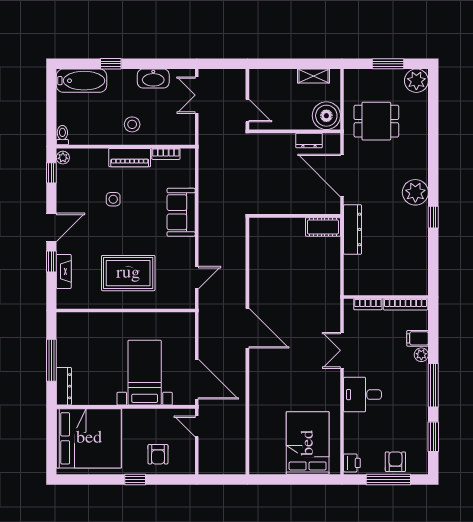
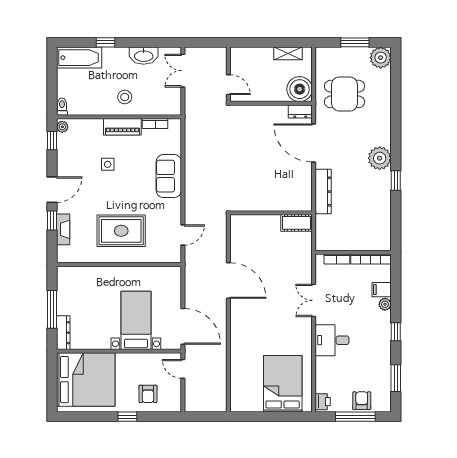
dresser: (309, 140) -> (300, 111), moved
wall: (295, 216) -> (271, 213), moved
cot: (323, 227) -> (296, 223), moved
window: (433, 385) -> (396, 332), width x0.46

